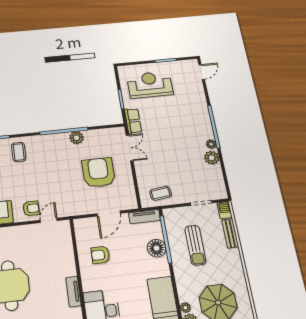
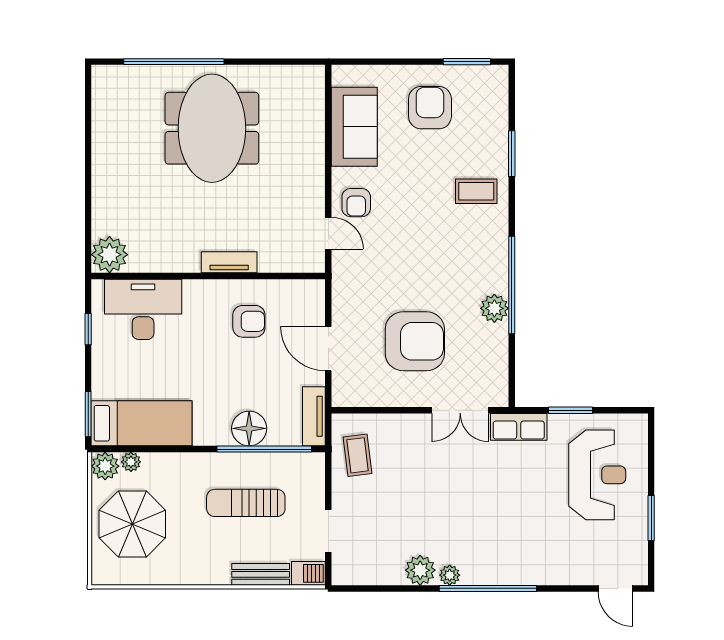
armchair: (100, 255) -> (249, 321), turned 90
tv unit: (73, 292) -> (229, 262), moved

